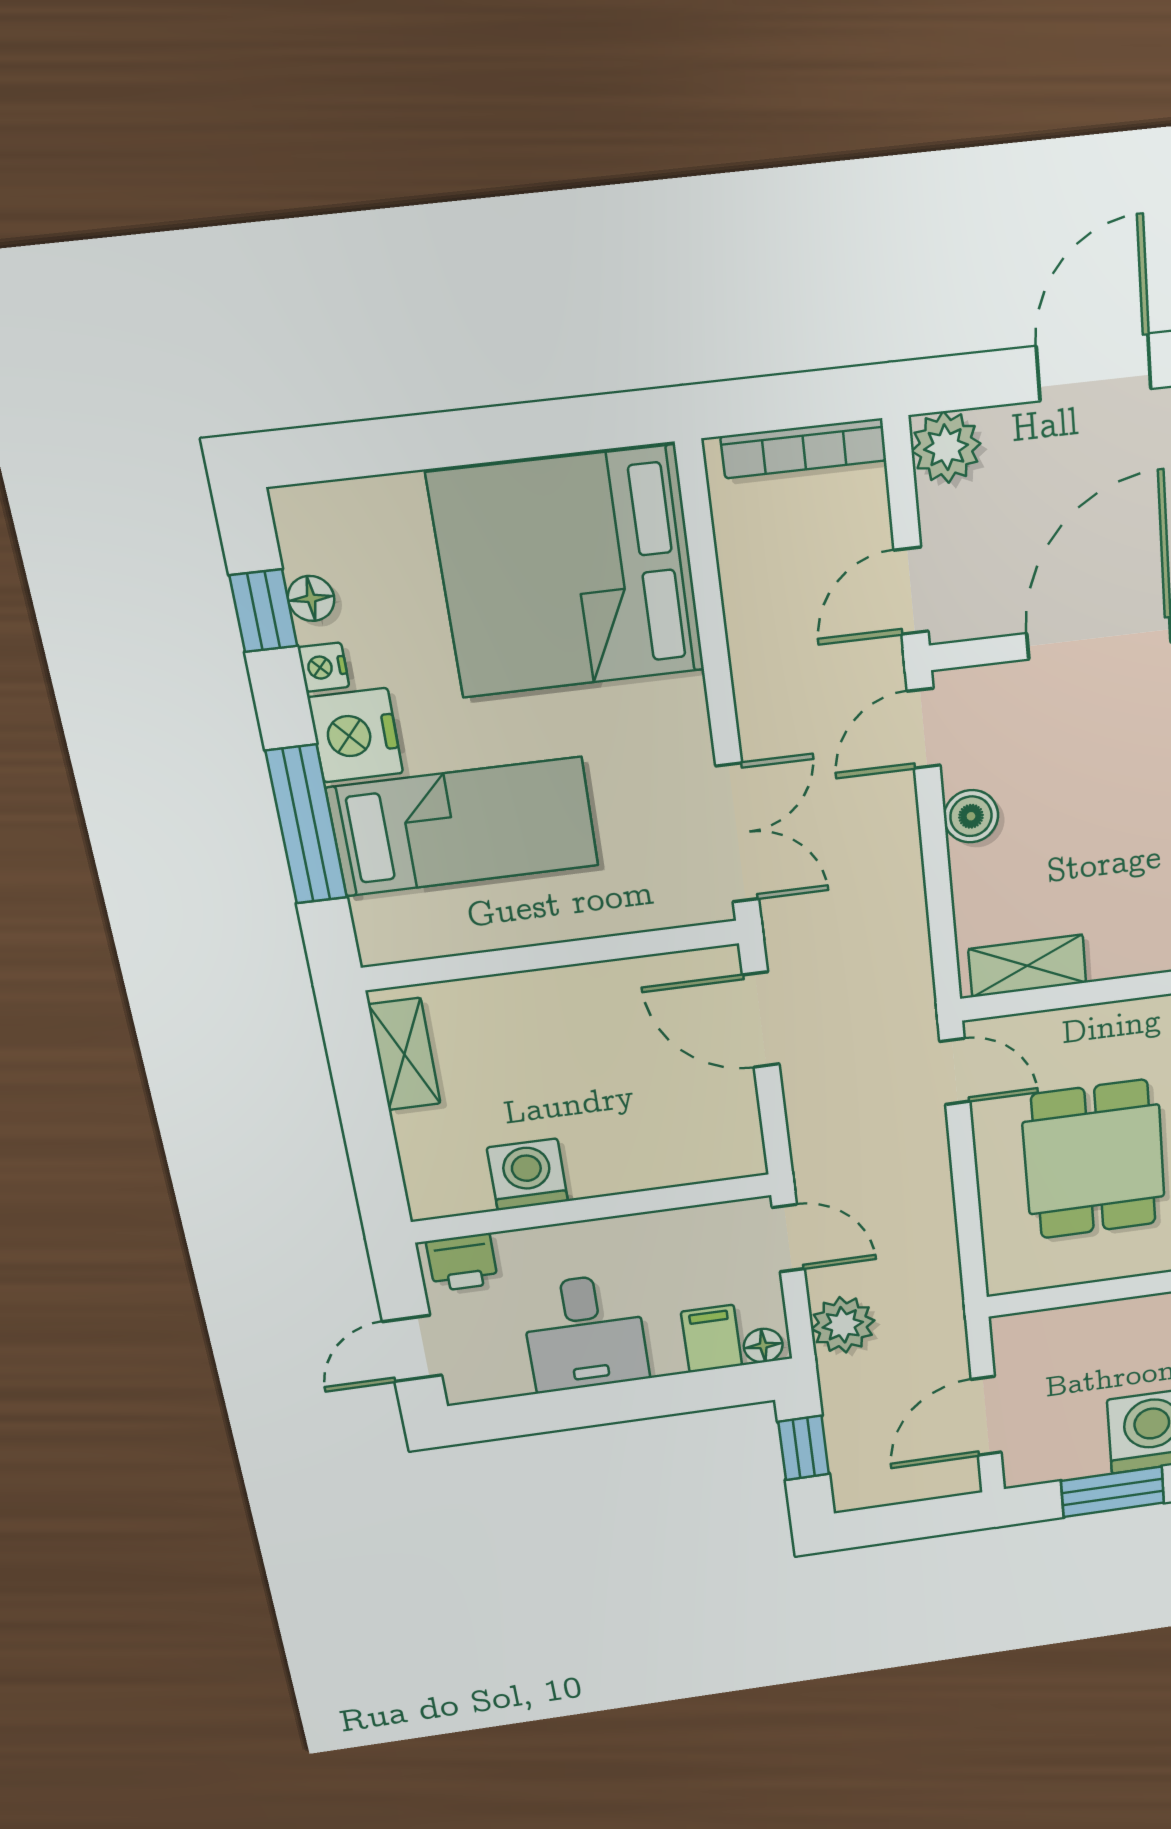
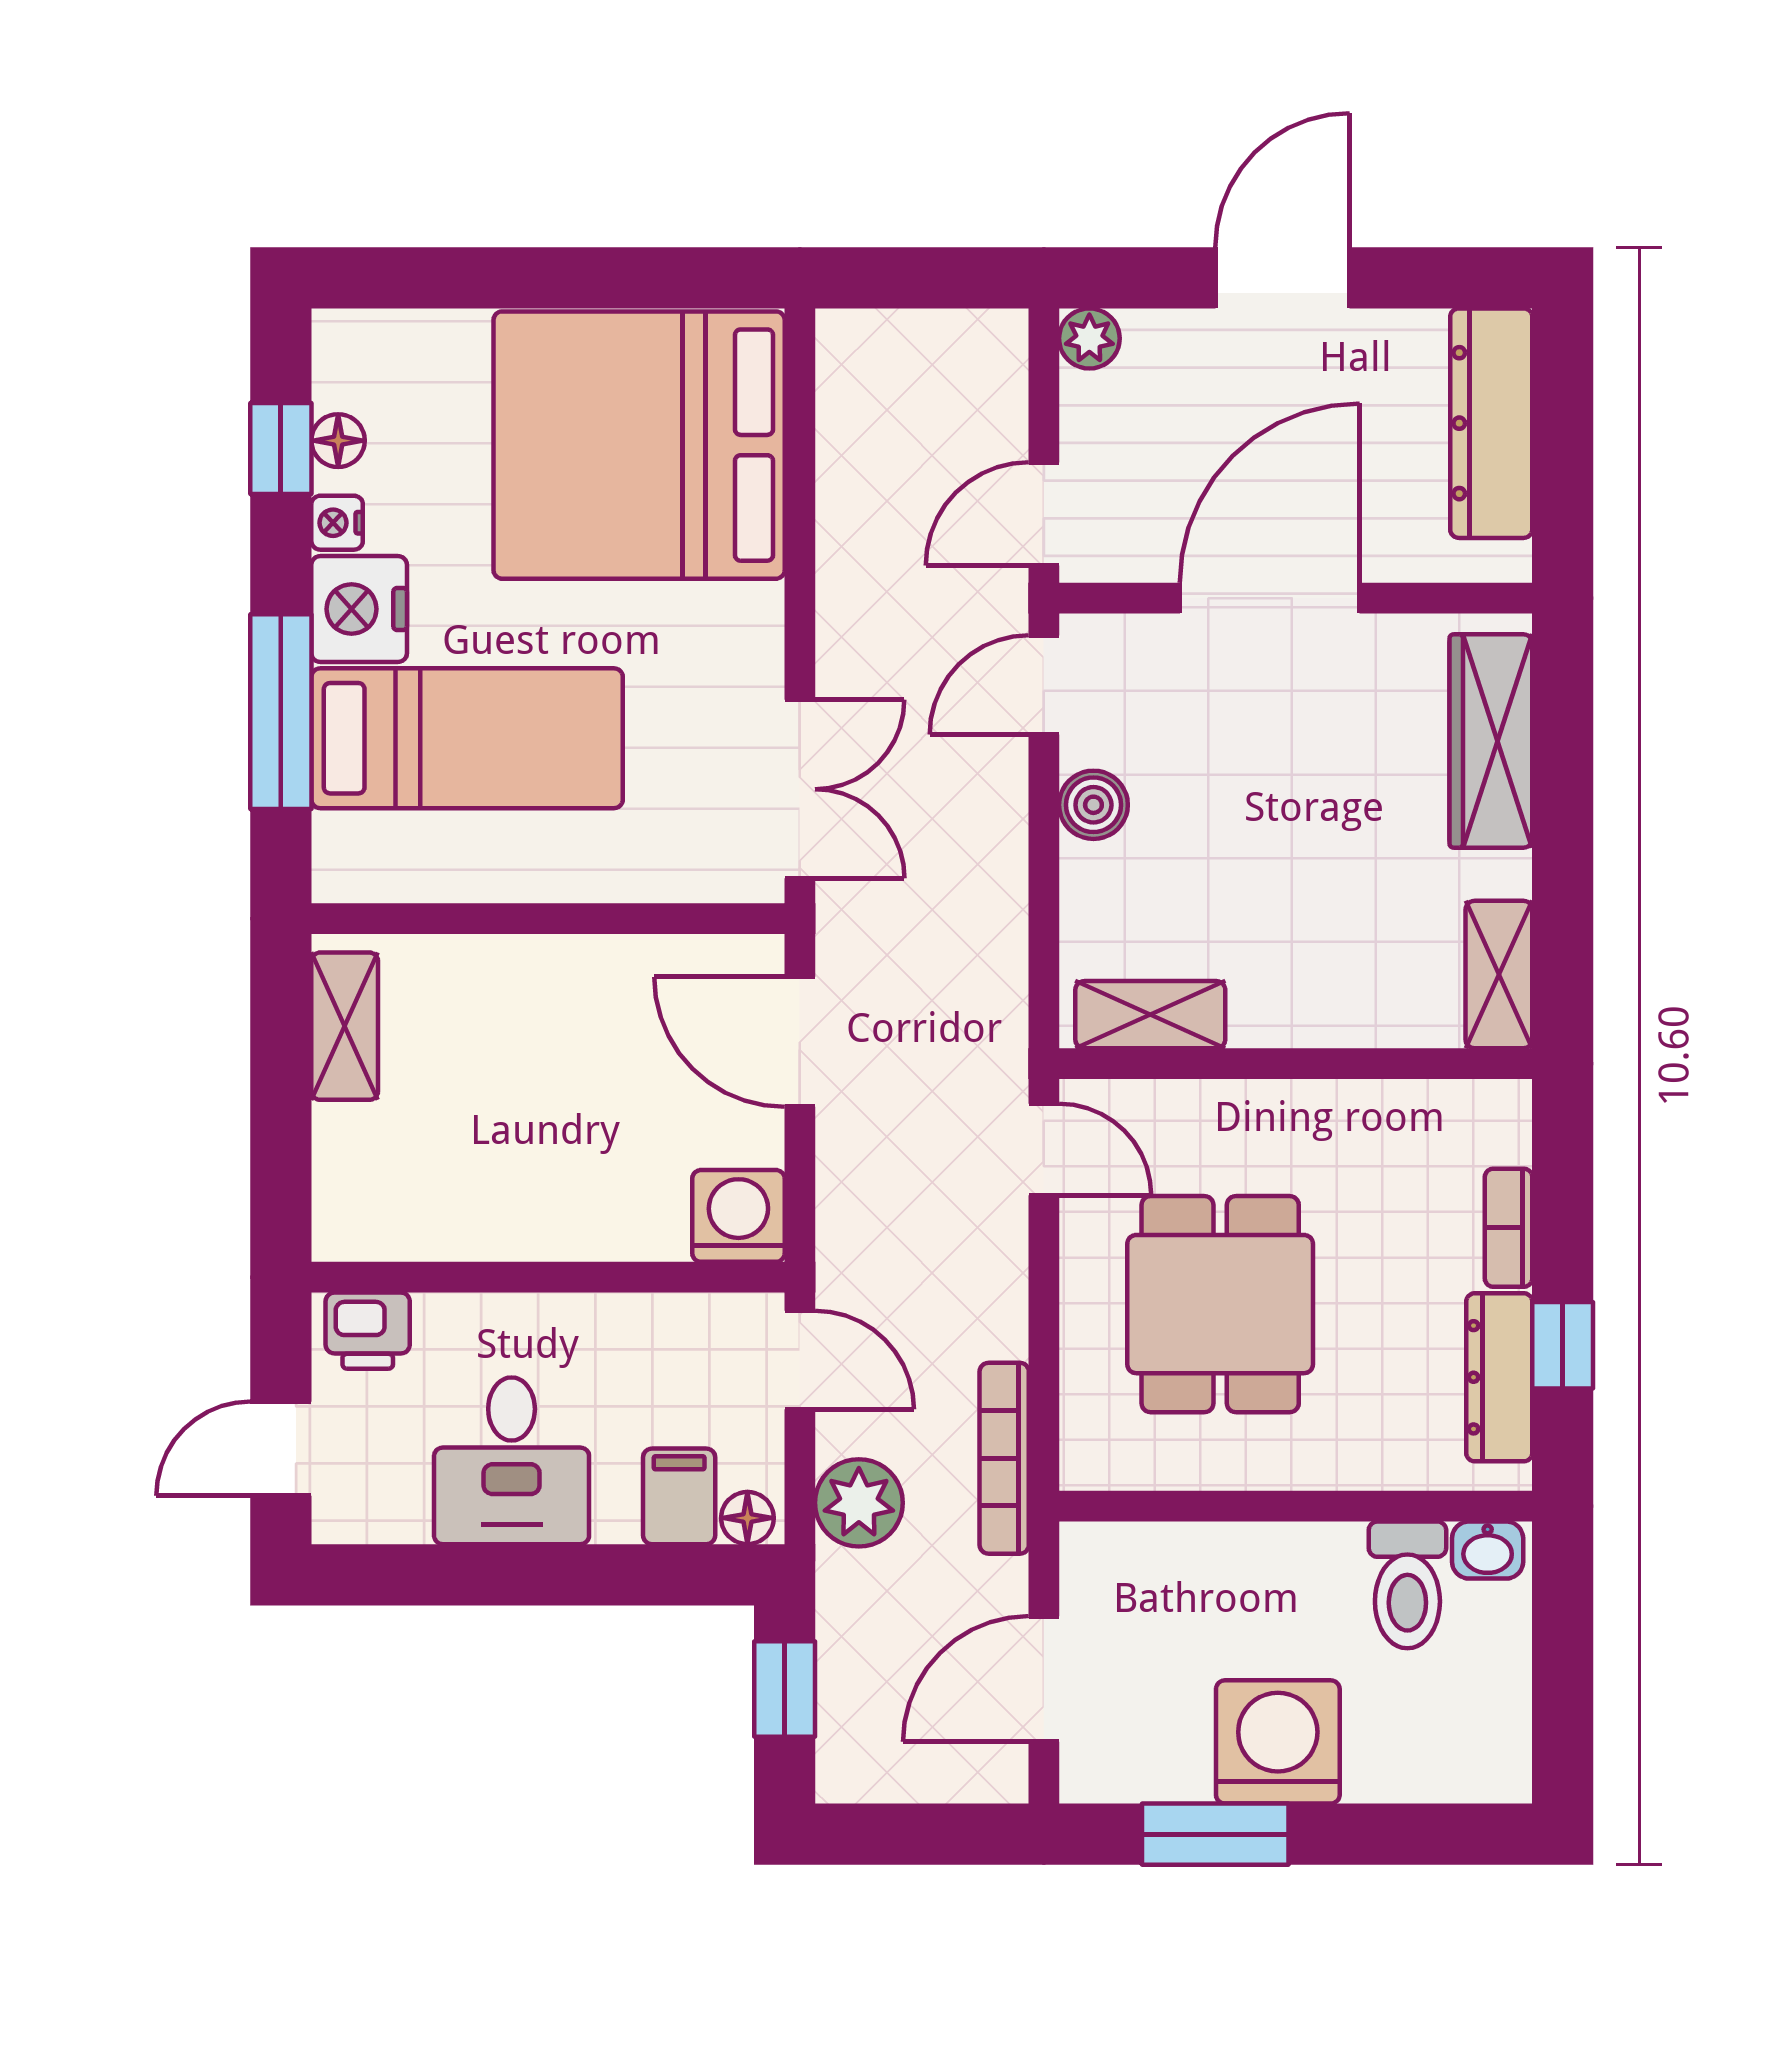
plant: (946, 447) -> (1089, 338), width x0.73, depth x0.73
bookcase: (804, 448) -> (1004, 1458), moved, turned 90
washing machine: (527, 1174) -> (738, 1216), moved

